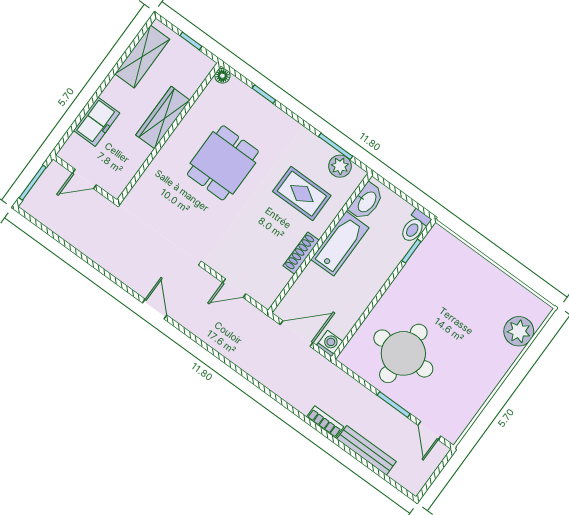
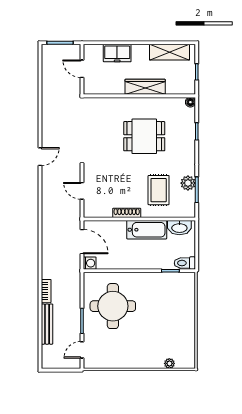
plant: (340, 166) -> (188, 183), moved
plant: (519, 331) -> (169, 363), width x0.53, depth x0.53

